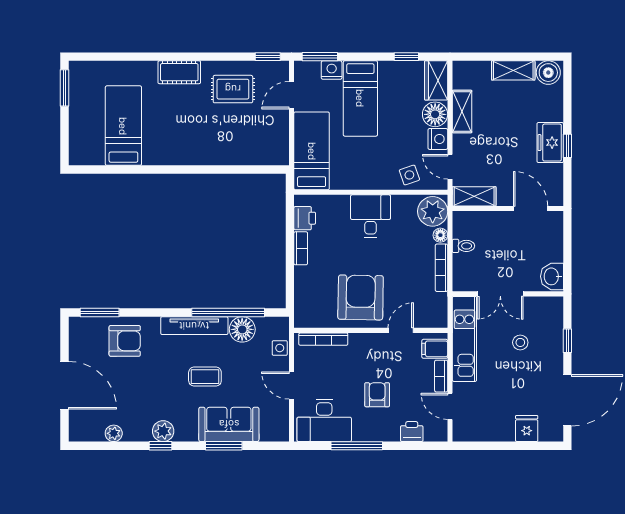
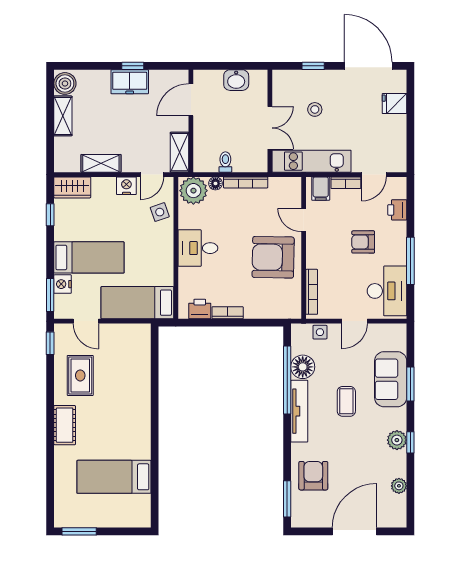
floor lamp: (435, 114) -> (104, 188), removed
washbasin: (552, 276) -> (236, 80), moved

